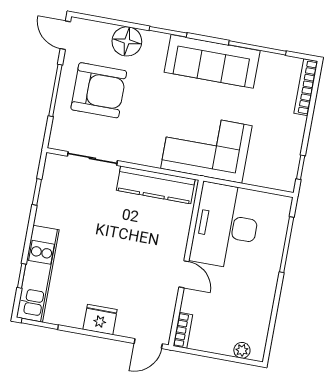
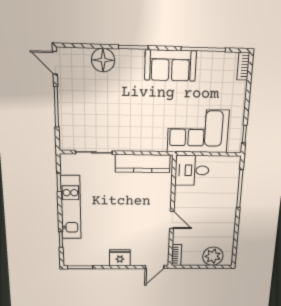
sofa: (212, 61) -> (170, 65), width x0.73
bookcase: (306, 87) -> (243, 66), width x0.64
armchair: (99, 90) -> (89, 102), removed
corner sofa: (206, 147) -> (198, 131), moved
desk: (226, 226) -> (192, 170), width x0.53, depth x0.77
kitchen unit: (38, 274) -> (71, 207), moved
plant: (242, 350) -> (213, 256), width x1.87, depth x1.87

